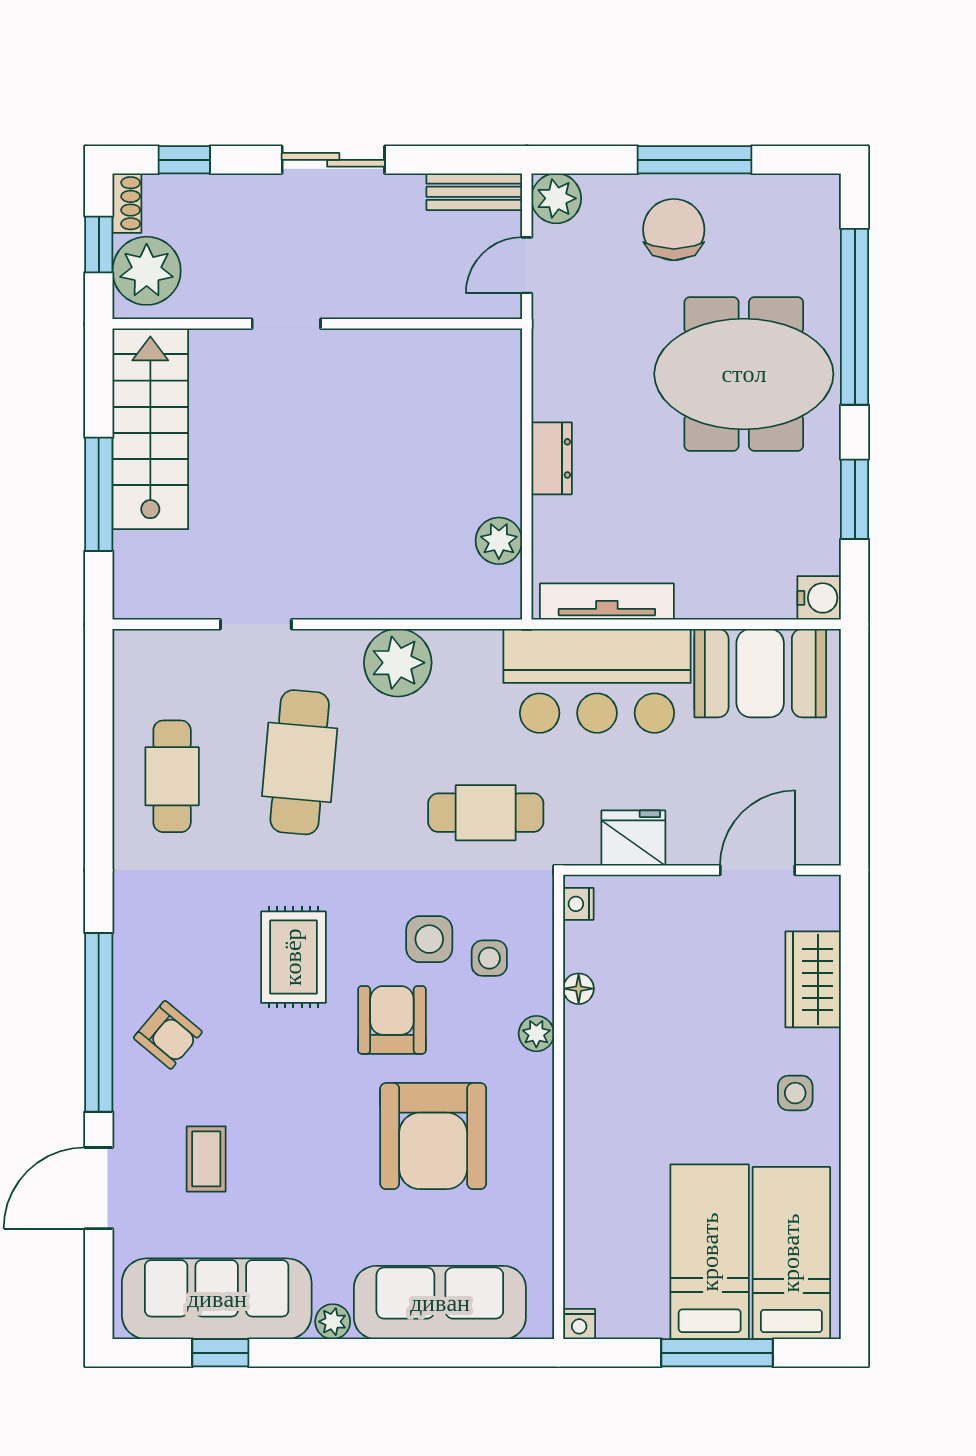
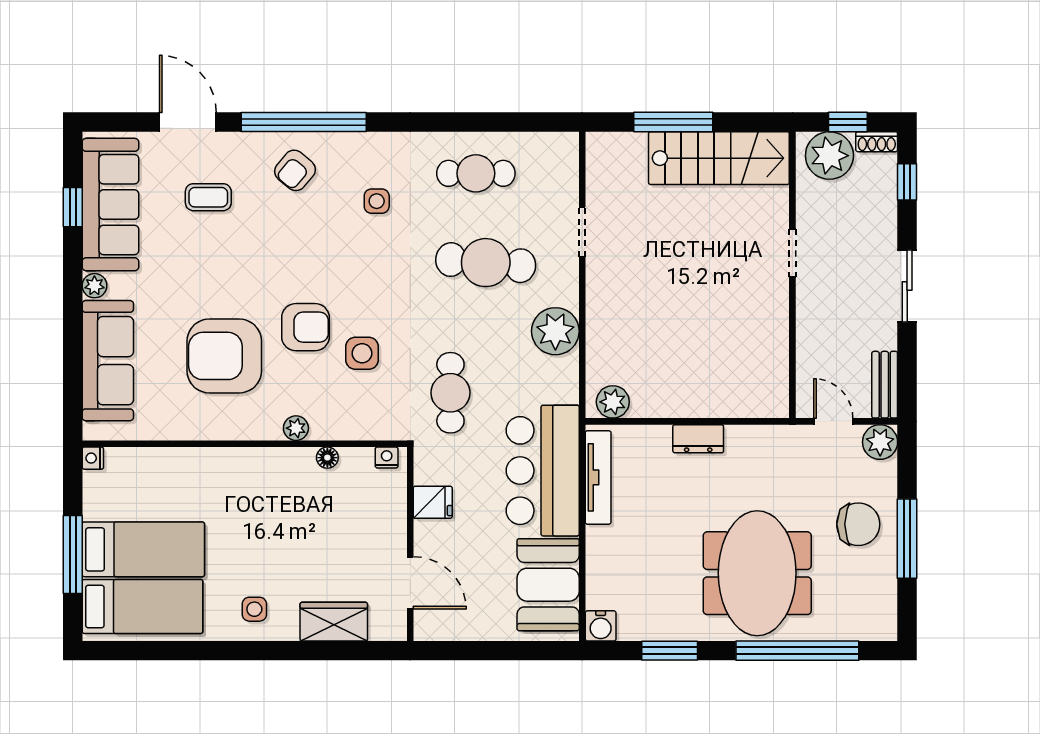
plant: (499, 541) -> (613, 402), moved
fridge: (633, 838) -> (433, 502), width x0.72
rug: (293, 957) -> (349, 258), removed
side table: (489, 958) -> (377, 201), moved

